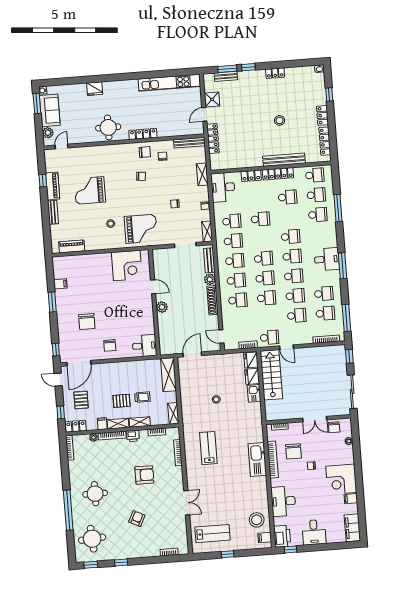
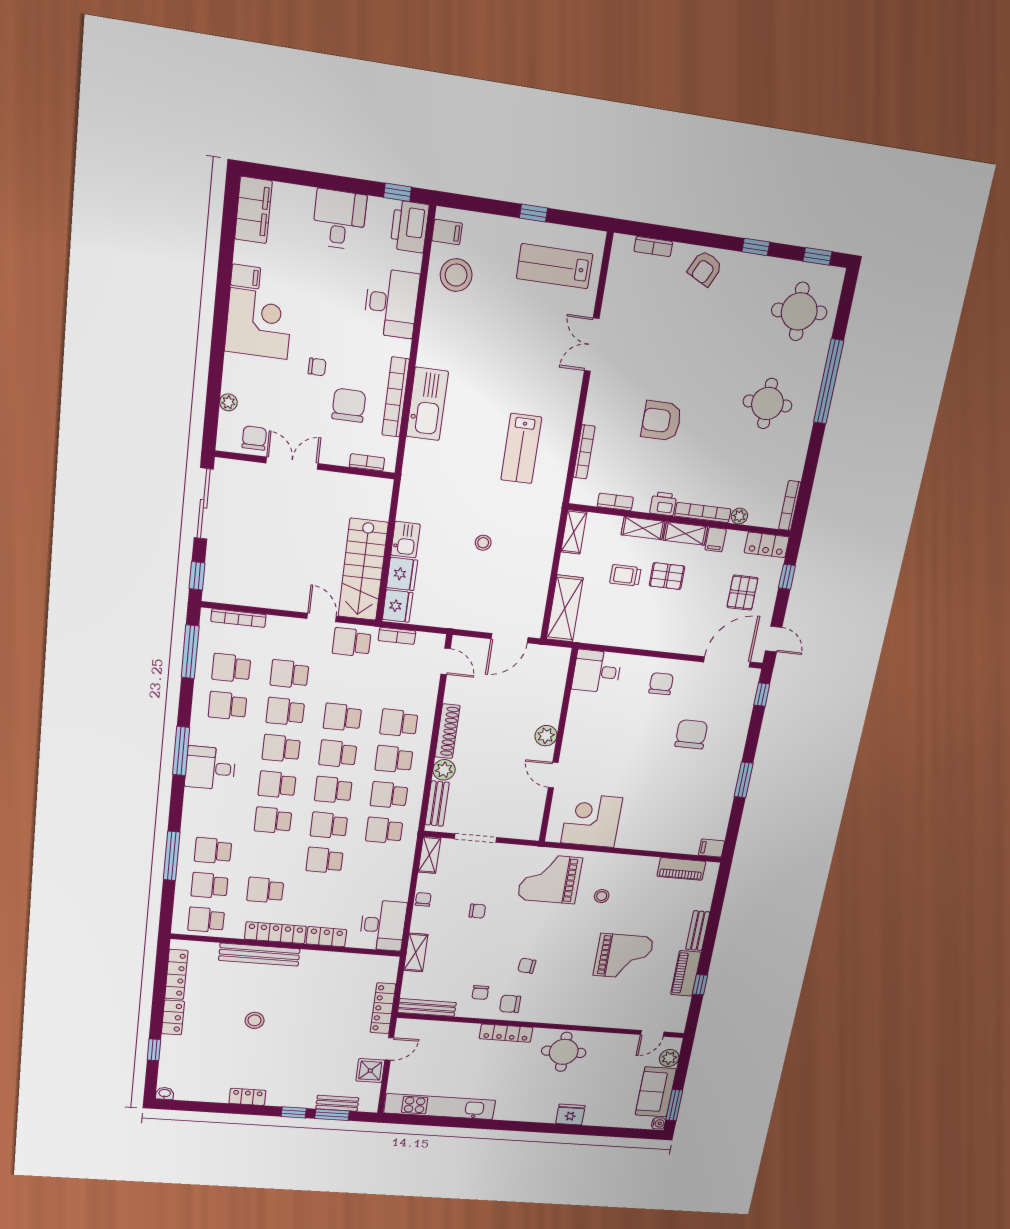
school desk: (232, 221) -> (329, 825), moved
filing cabinet: (60, 284) -> (712, 848), moved
armchair: (137, 519) -> (705, 268), moved

